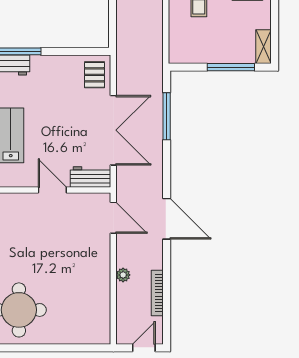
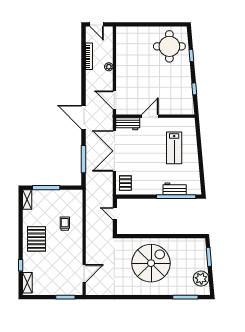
door: (112, 22) -> (115, 214), added
door: (52, 190) -> (150, 116), swing flipped
door: (167, 219) -> (84, 117), moved
door: (144, 348) -> (97, 24), hinge flipped

